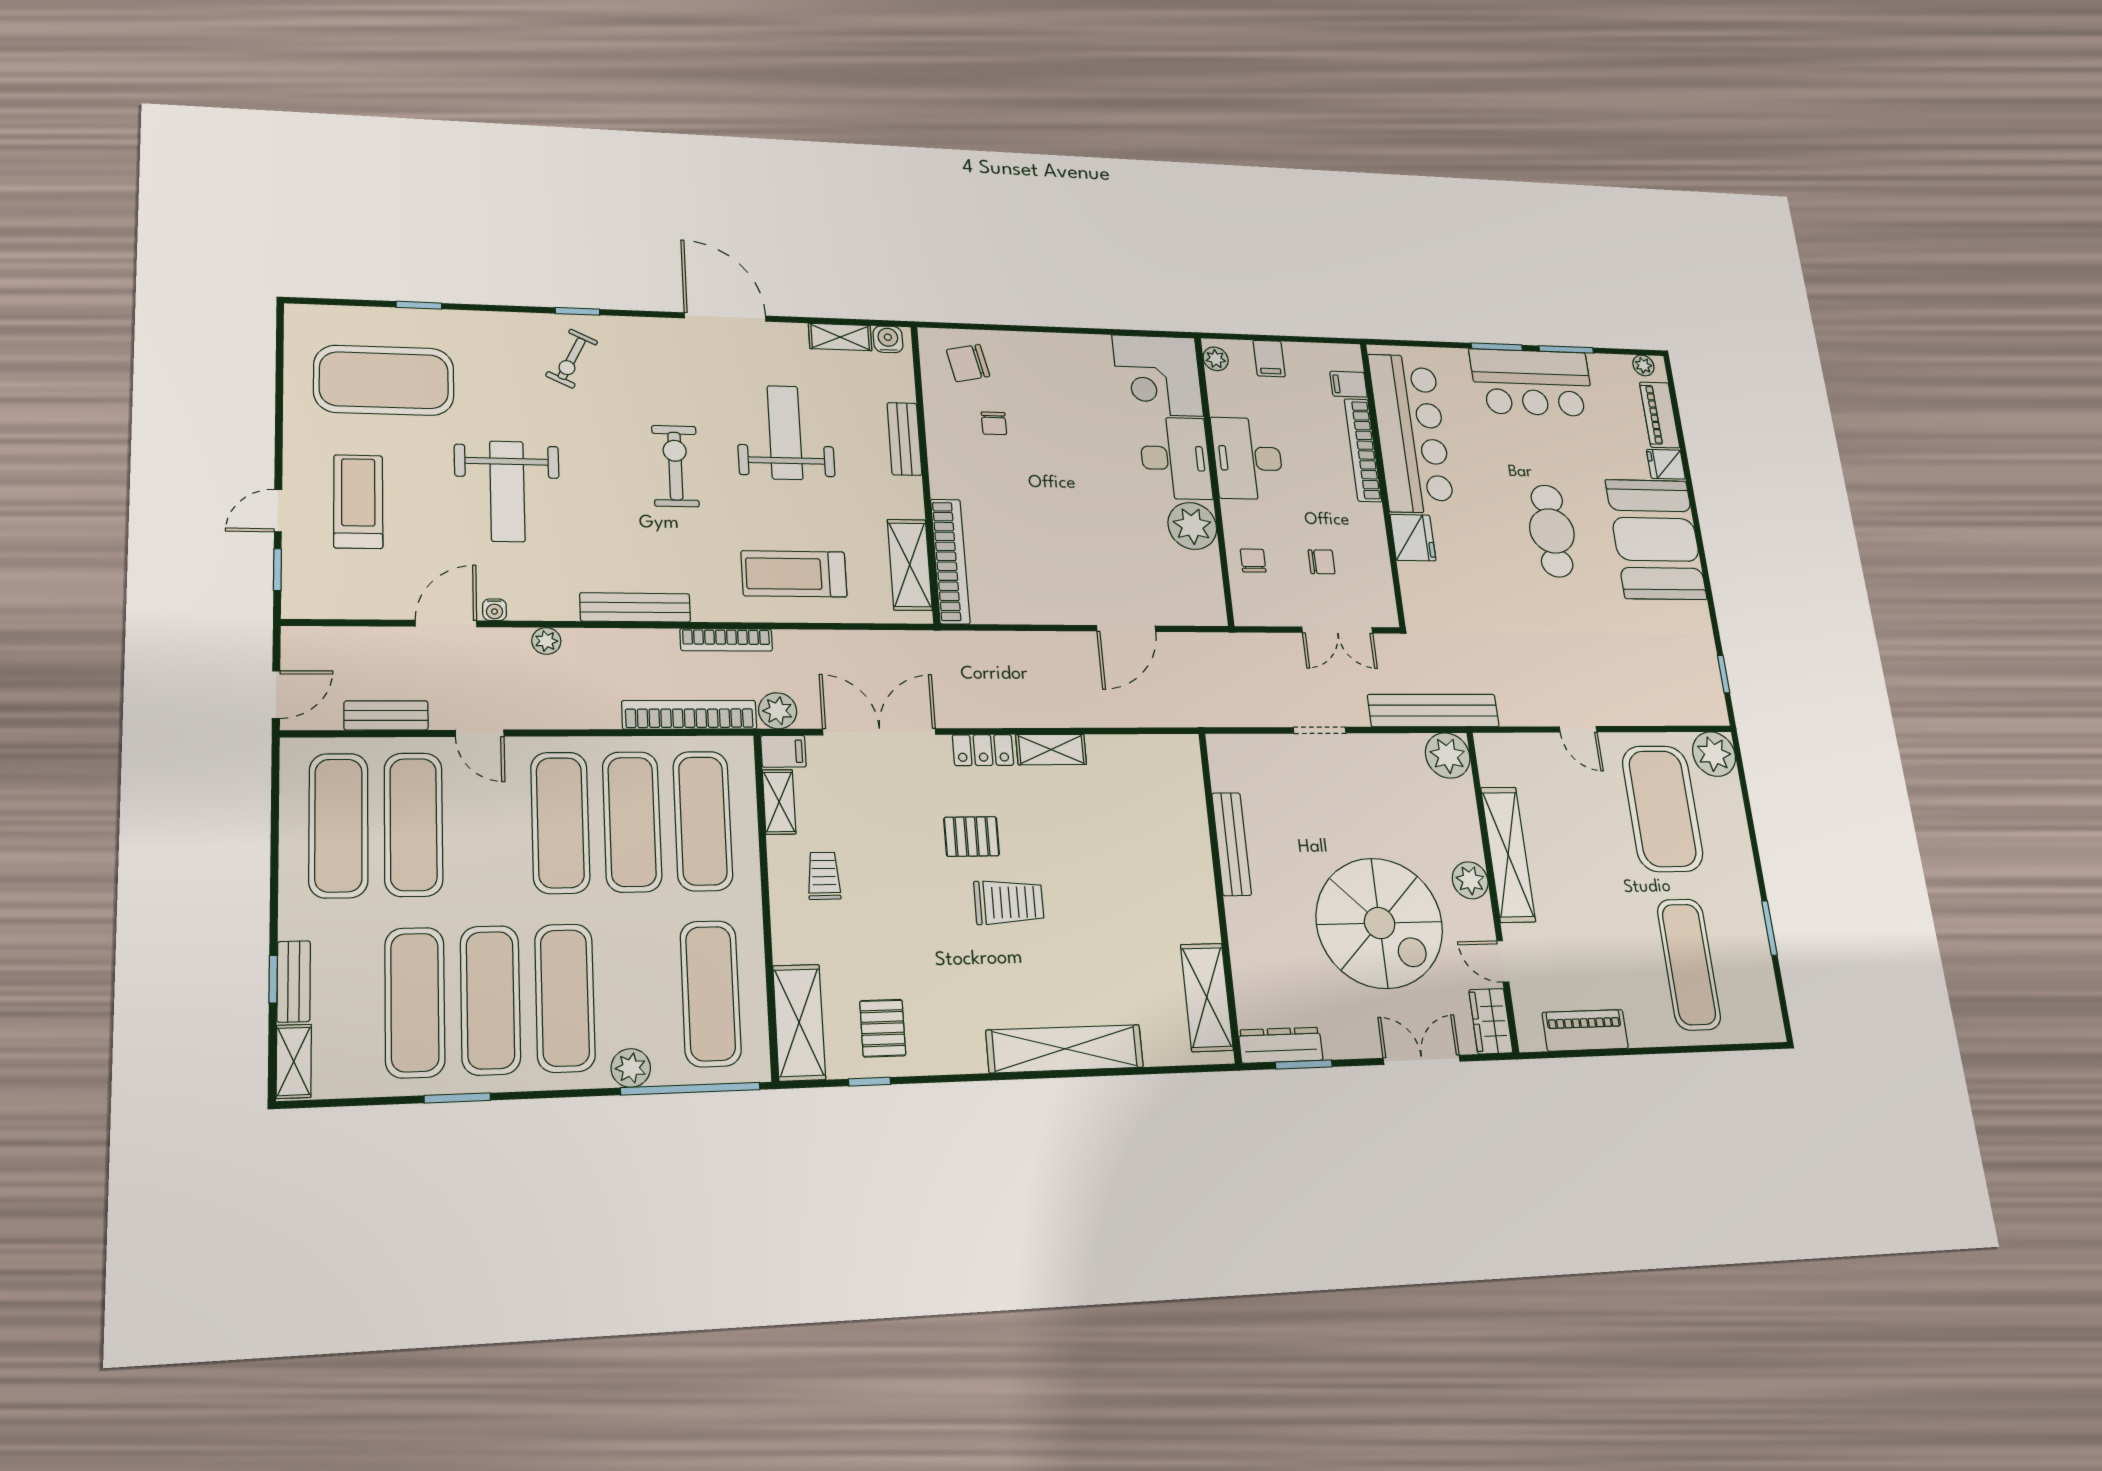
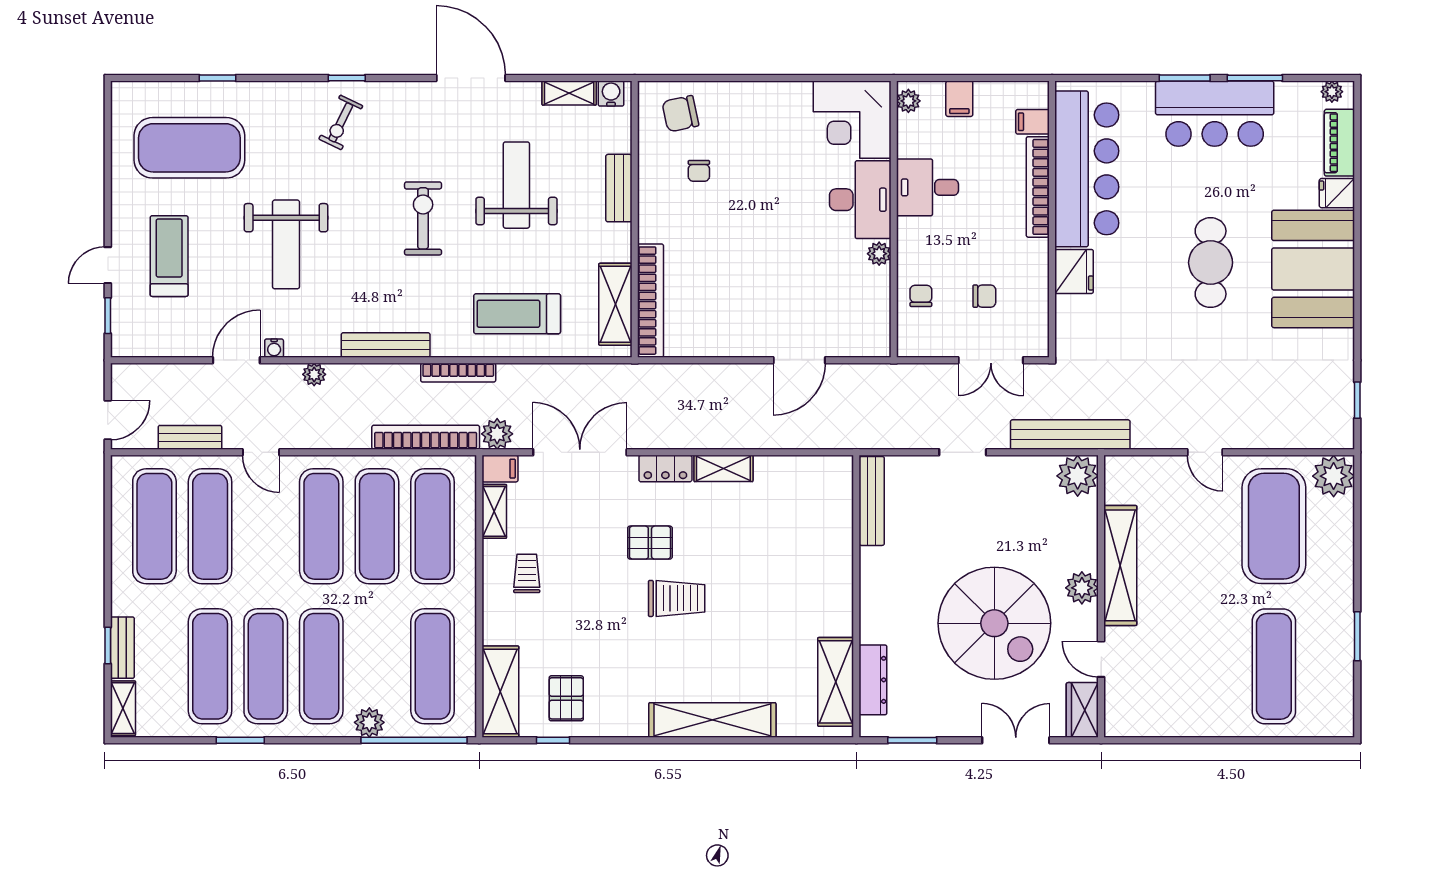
desk: (1248, 458) -> (927, 187), width x0.73
plant: (1192, 526) -> (879, 254), width x0.53, depth x0.53
bench: (1232, 844) -> (872, 501), moved
piano: (1585, 1030) -> (1167, 721), removed
dresser: (1281, 1045) -> (873, 680), moved, turned 90

